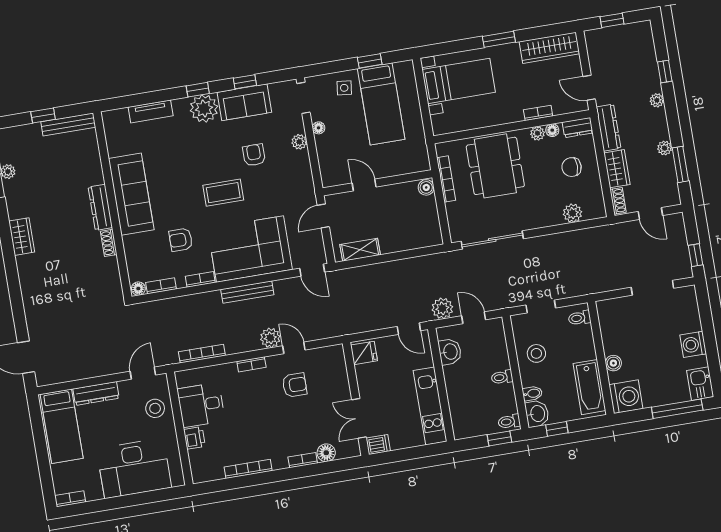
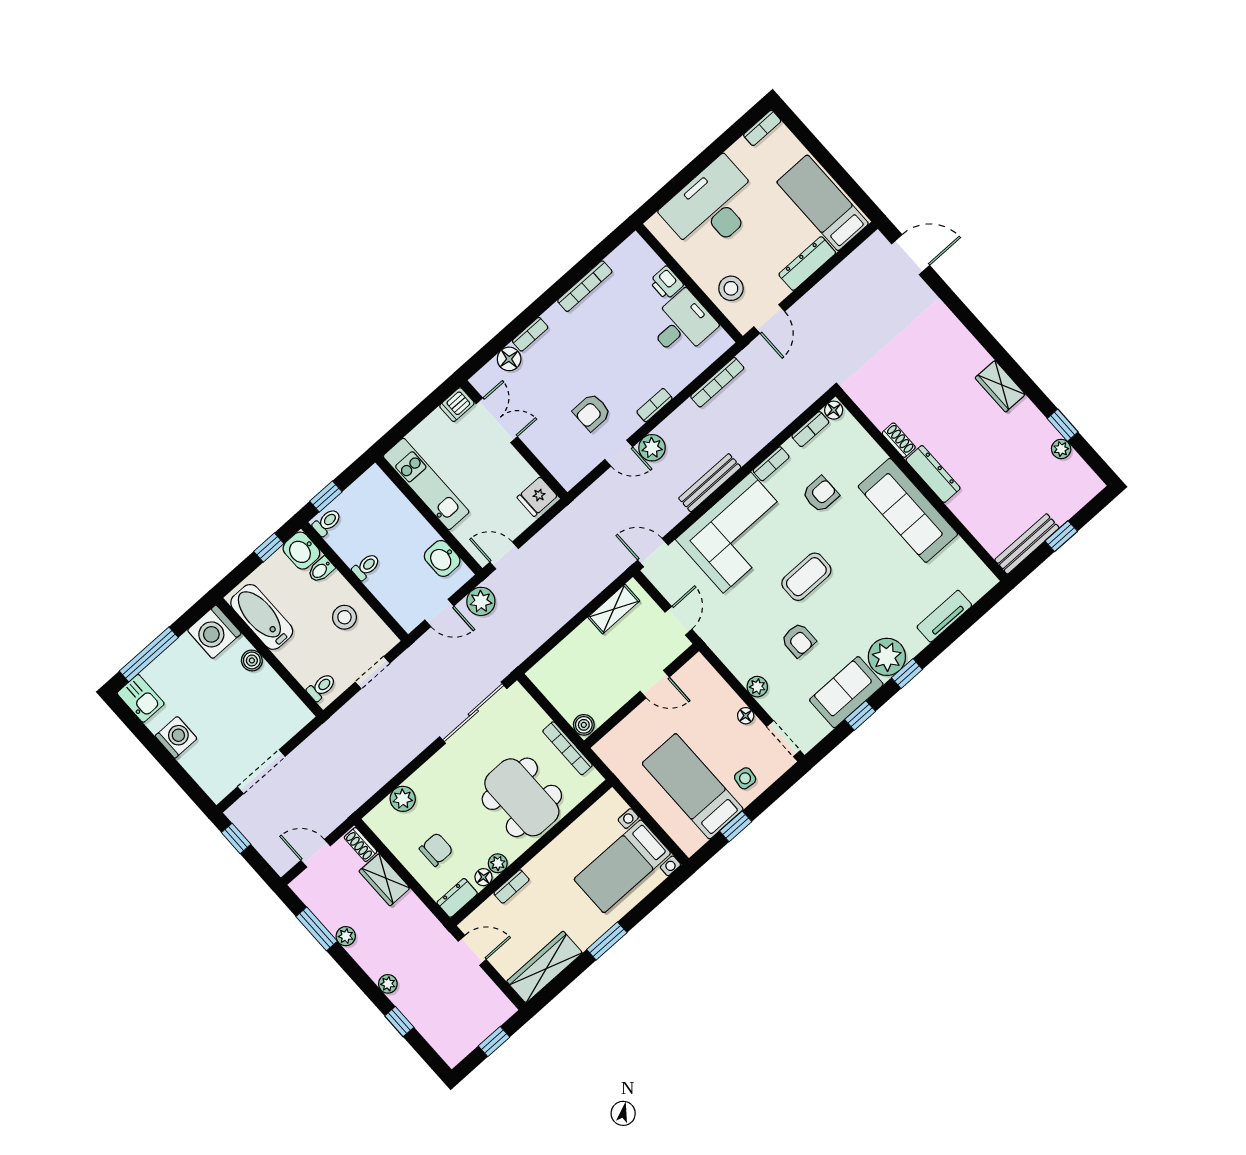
dresser: (608, 128) -> (423, 919), removed

